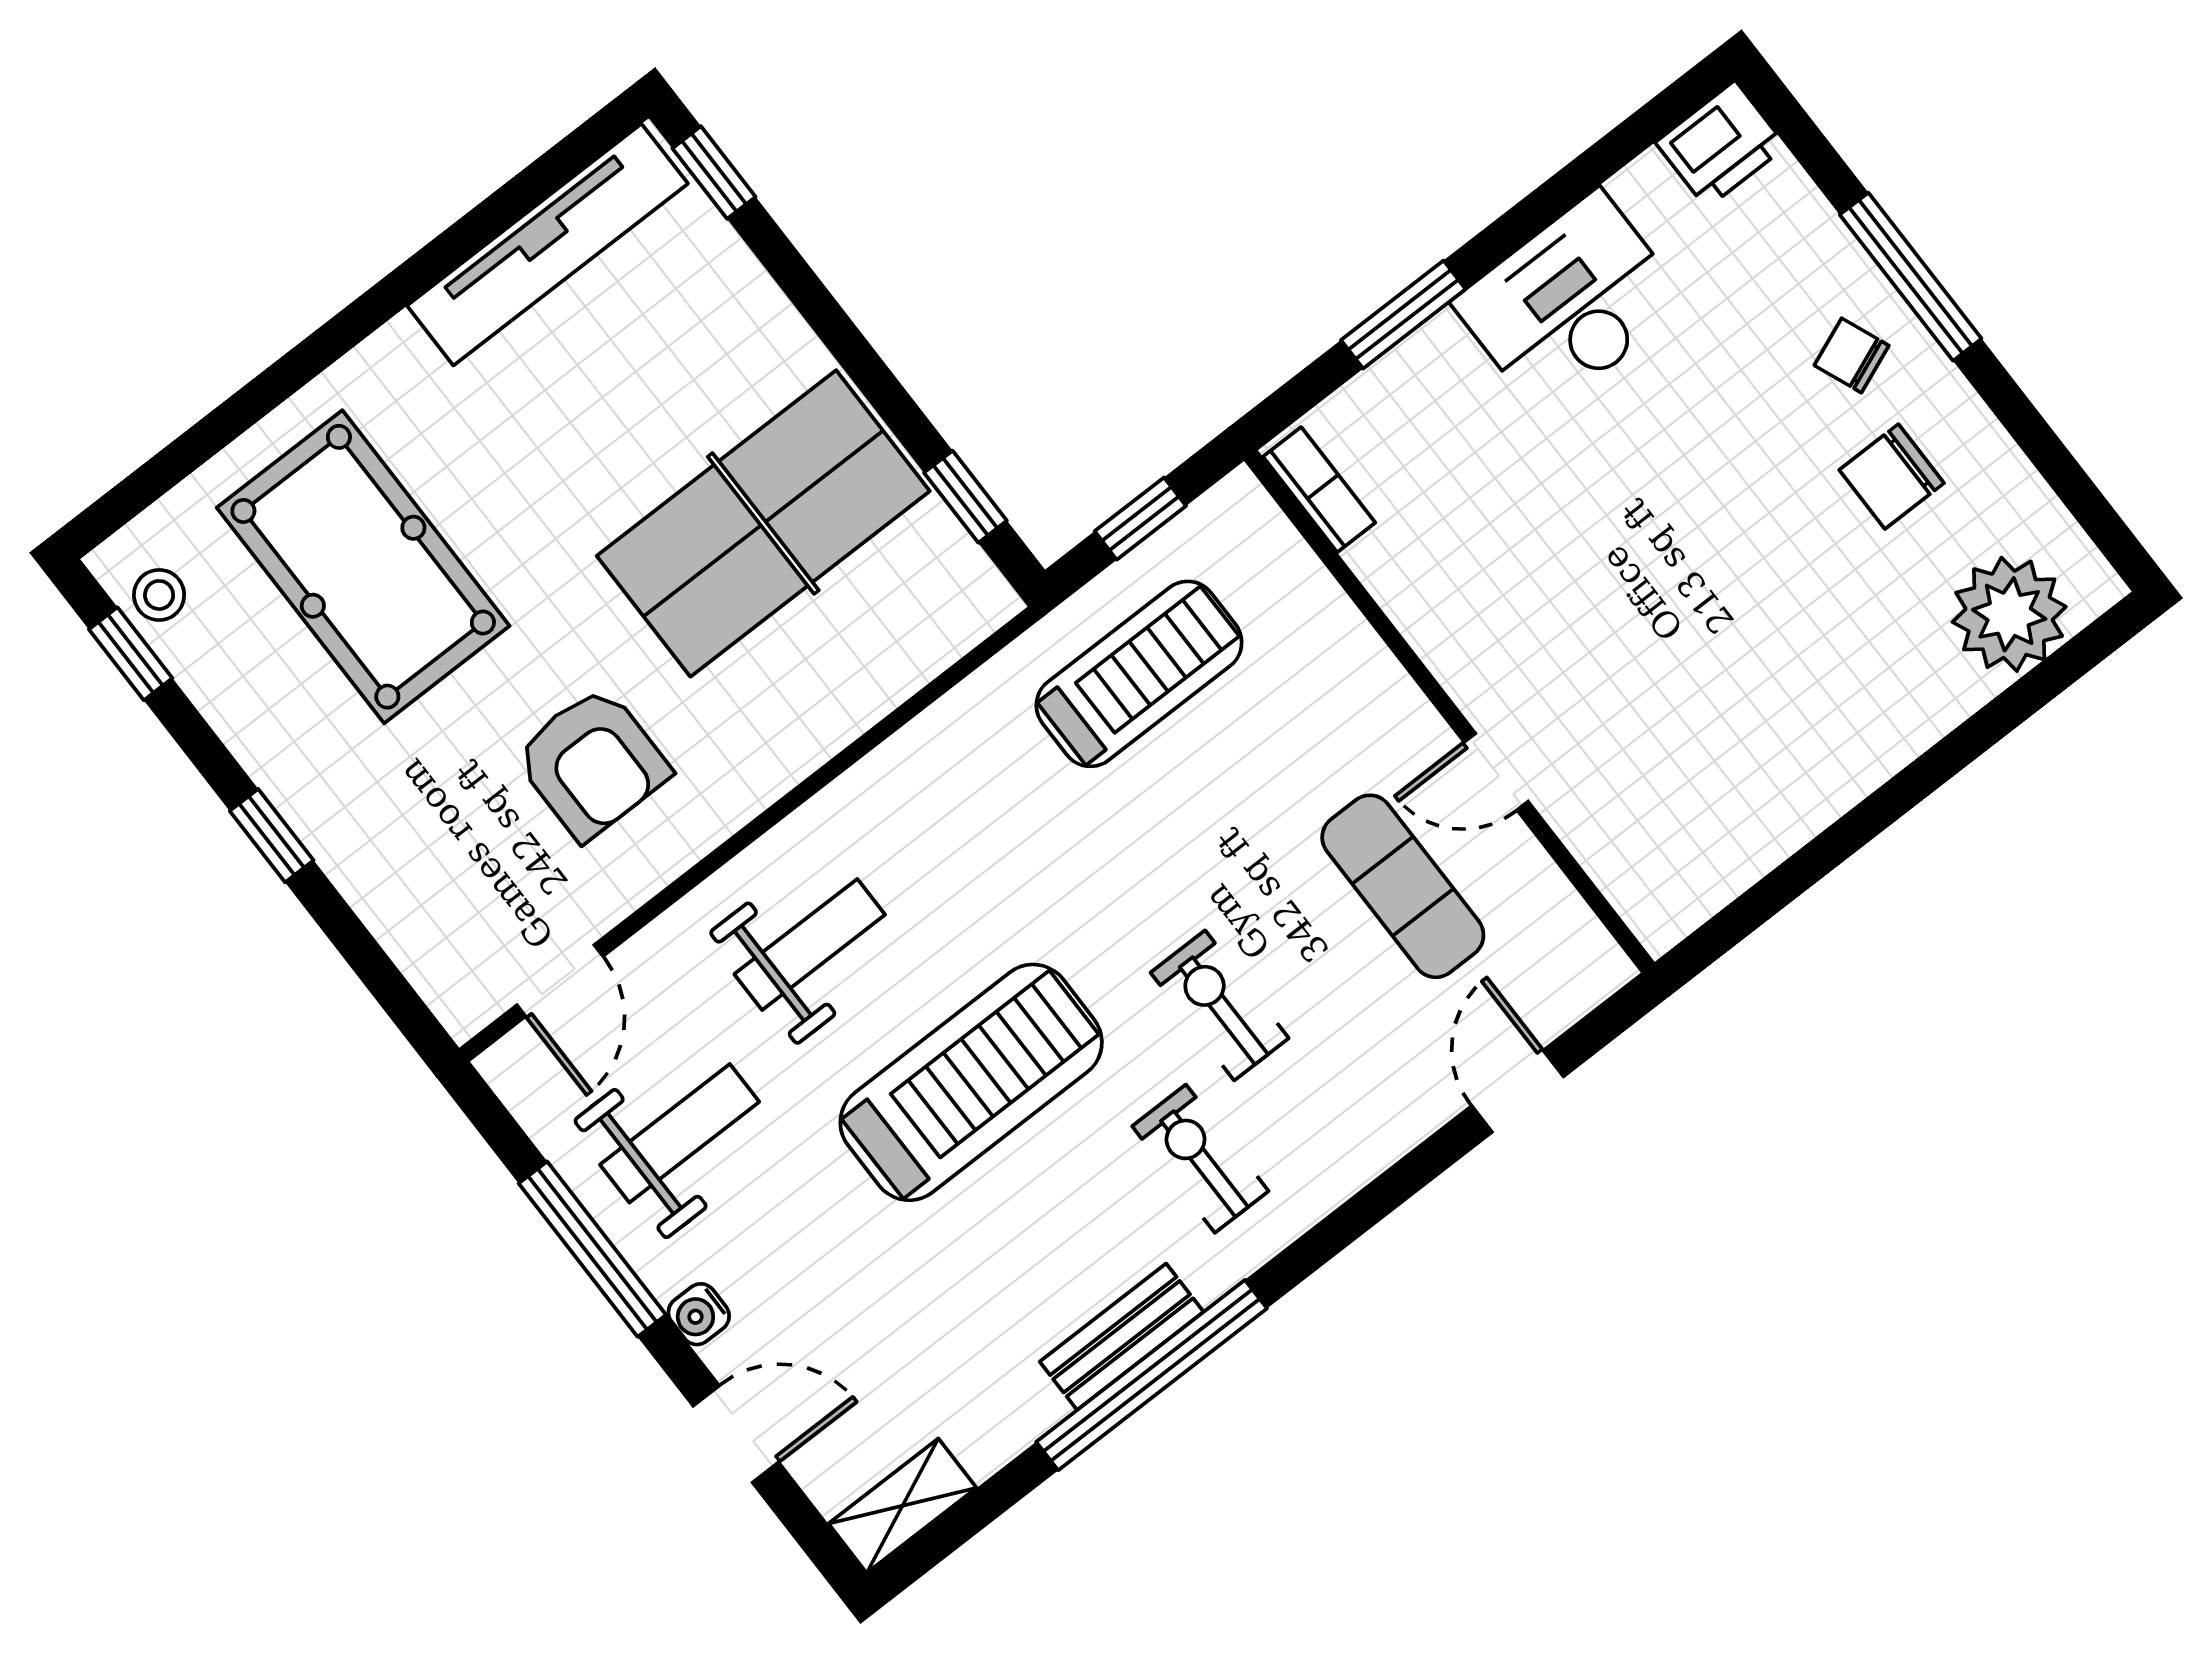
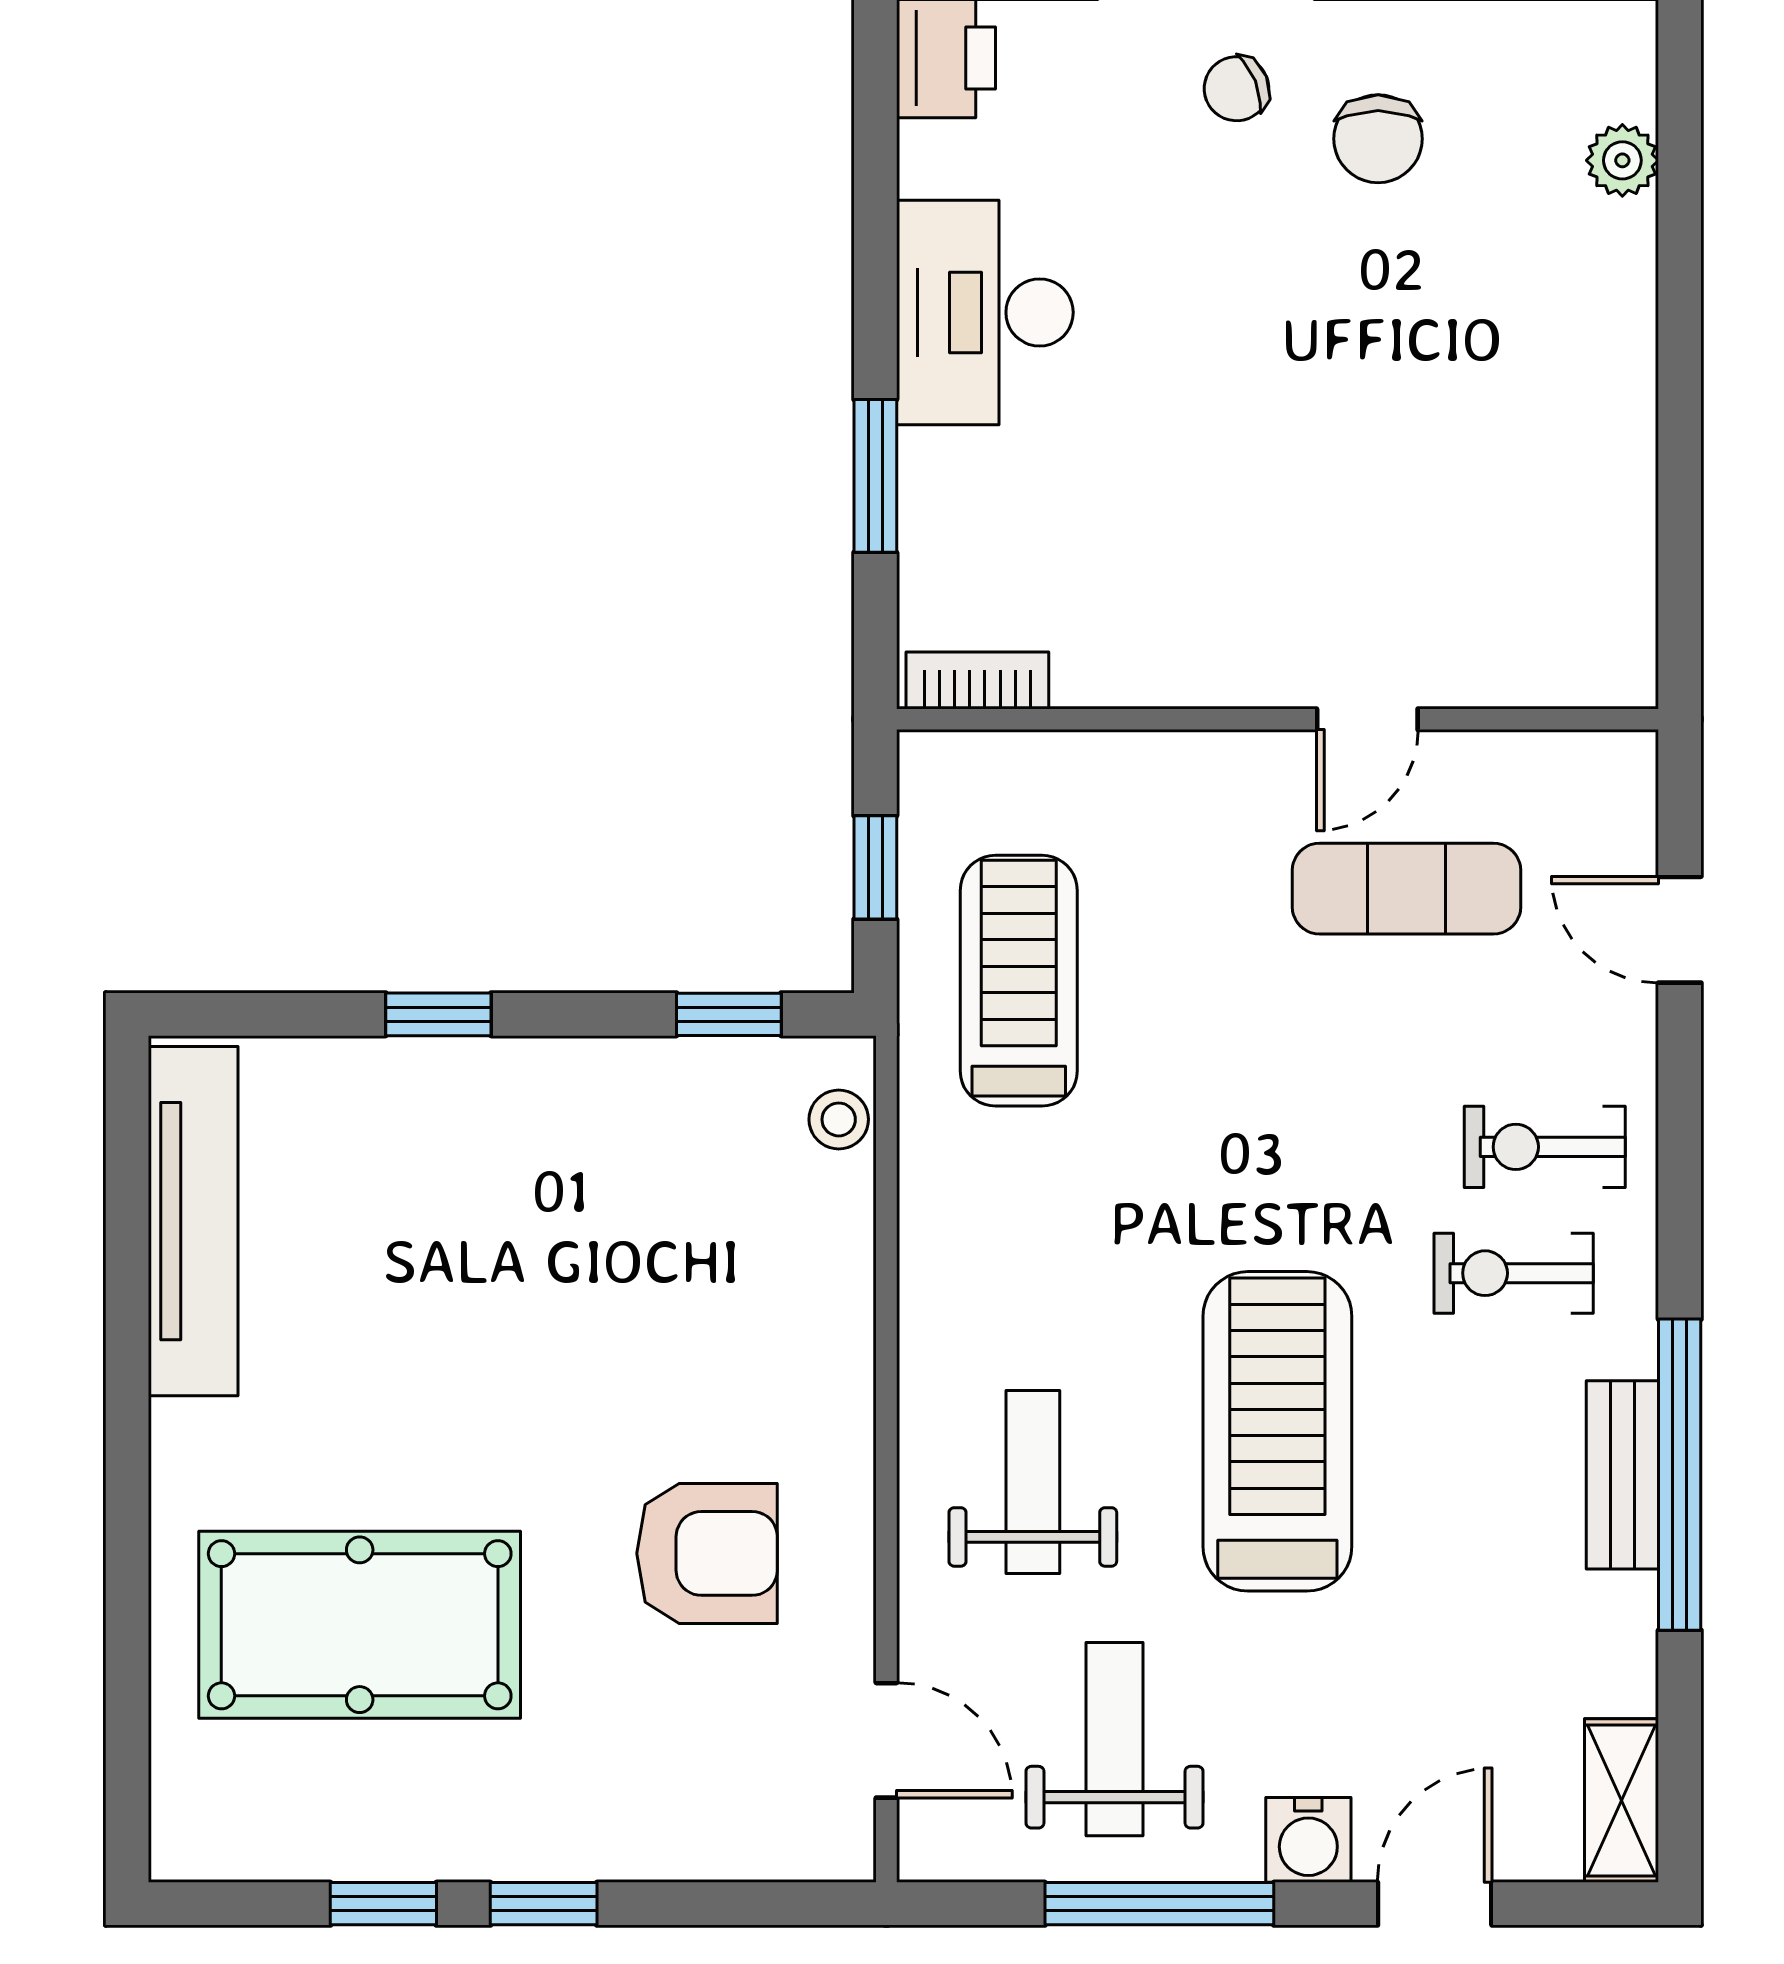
window: (714, 173) -> (438, 1014), moved
table tennis table: (763, 523) -> (608, 1222), removed
stool: (159, 595) -> (839, 1119), moved
plant: (2009, 614) -> (1622, 160), width x0.53, depth x0.53
window: (131, 654) -> (383, 1904), moved
exercise bike: (1220, 1005) -> (1545, 1147), moved
water cooler: (699, 1314) -> (1308, 1840), width x1.38, depth x1.38

